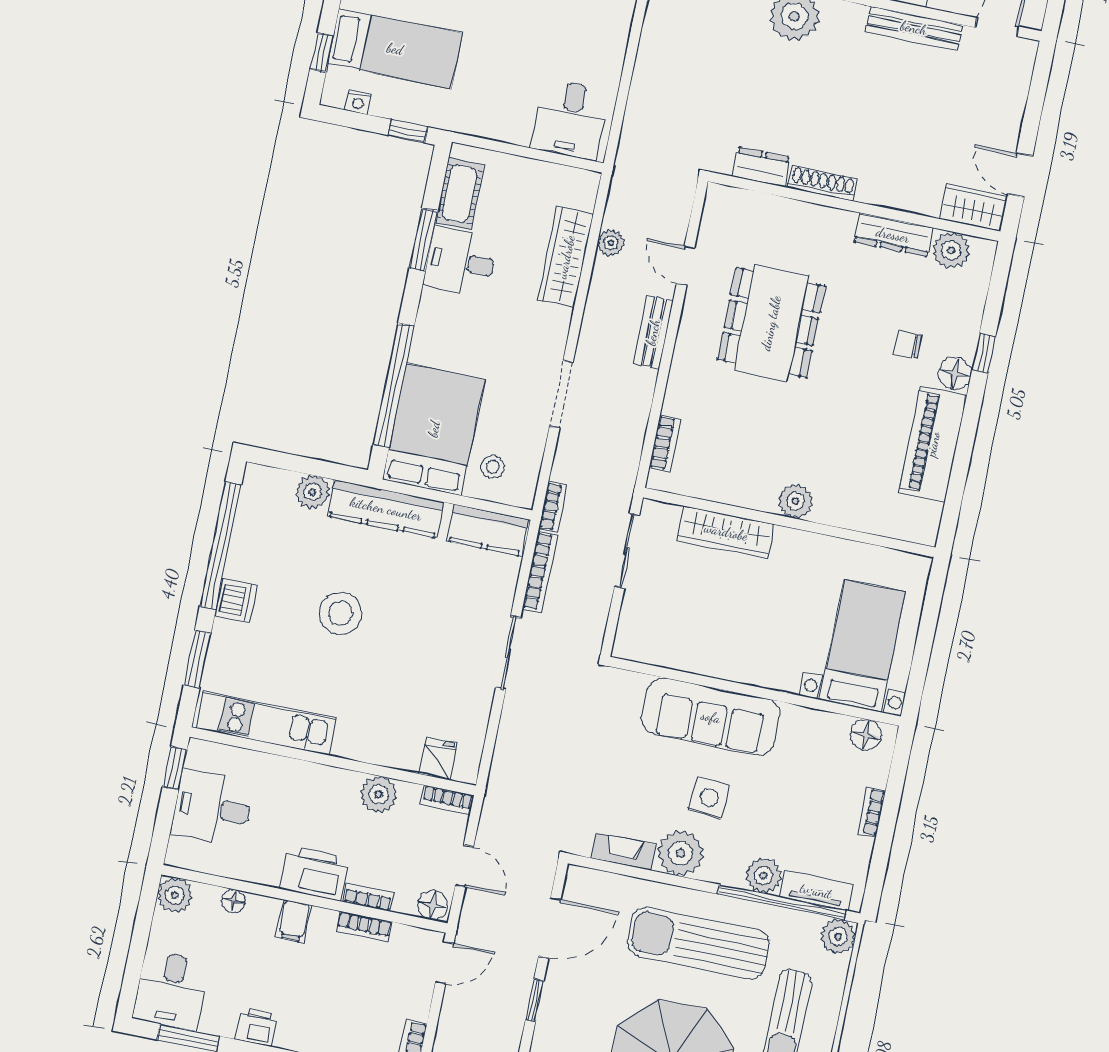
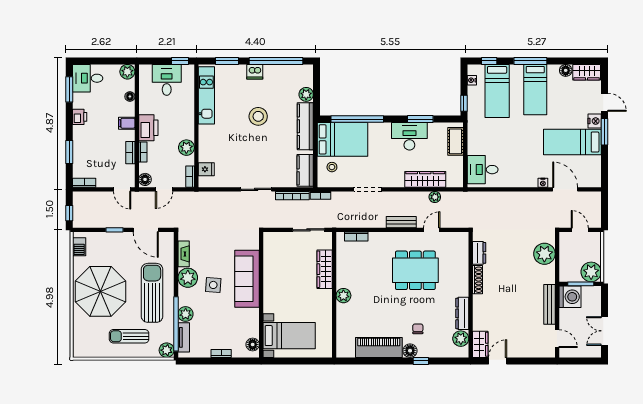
cot: (460, 194) -> (456, 141), moved, turned 90
desk: (461, 262) -> (409, 136), width x1.37

